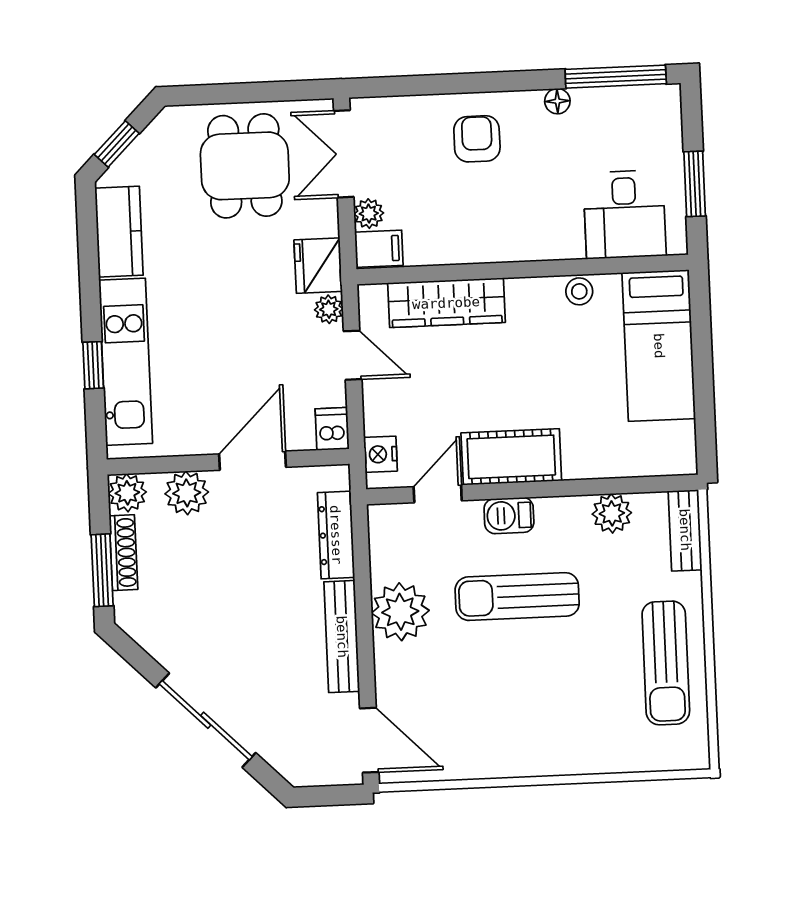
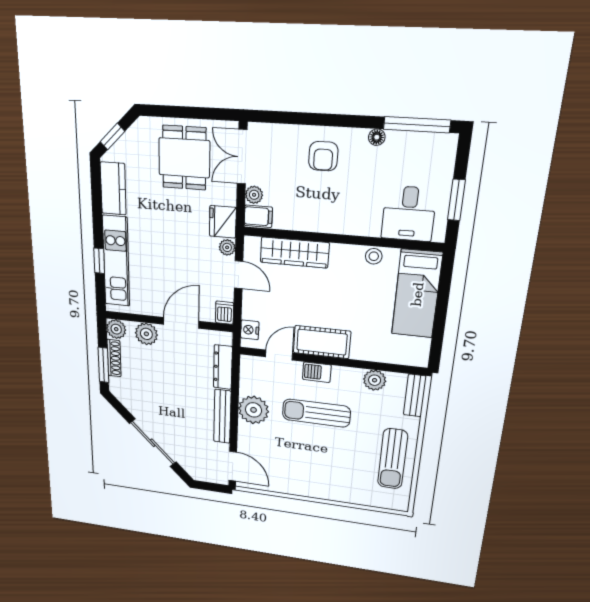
armchair: (477, 139) -> (323, 156), turned 180

